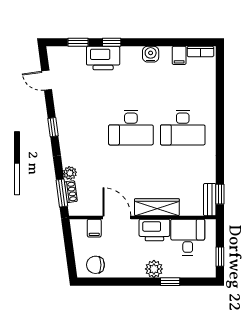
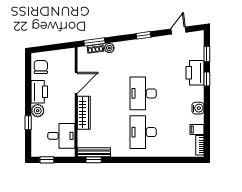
bench: (210, 200) -> (94, 152), width x1.36
filing cabinet: (94, 228) -> (68, 66), removed
printer: (154, 230) -> (39, 92), moved, turned 180

